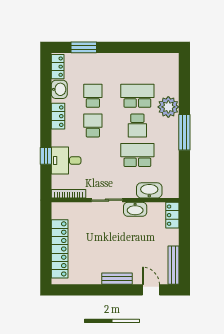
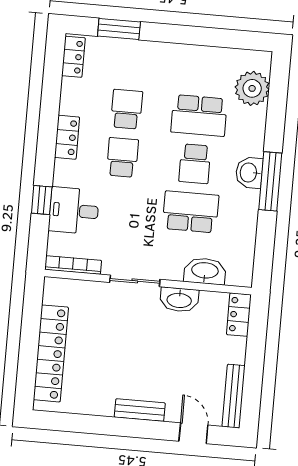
washbasin: (59, 89) -> (249, 173), moved, turned 180
school desk: (137, 96) -> (199, 116), turned 180
plant: (168, 107) -> (252, 88), moved

